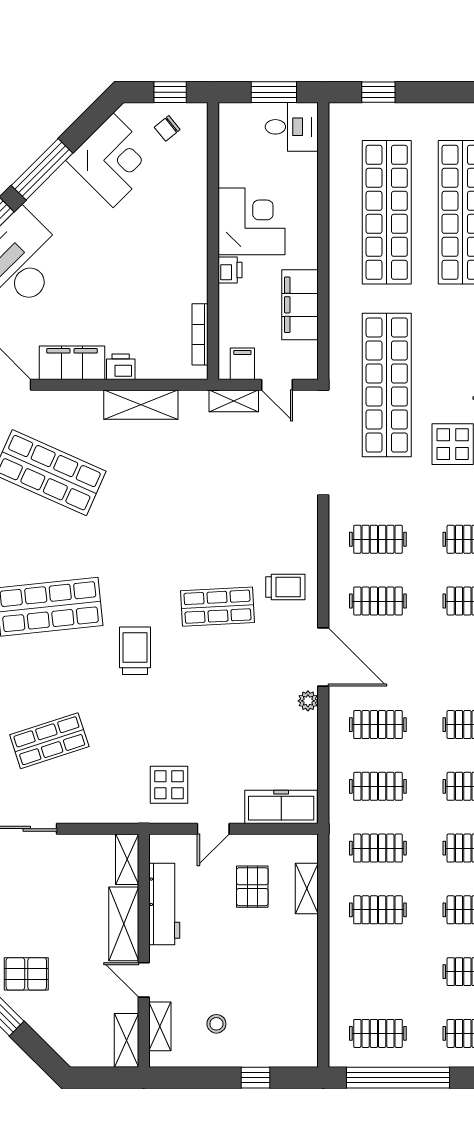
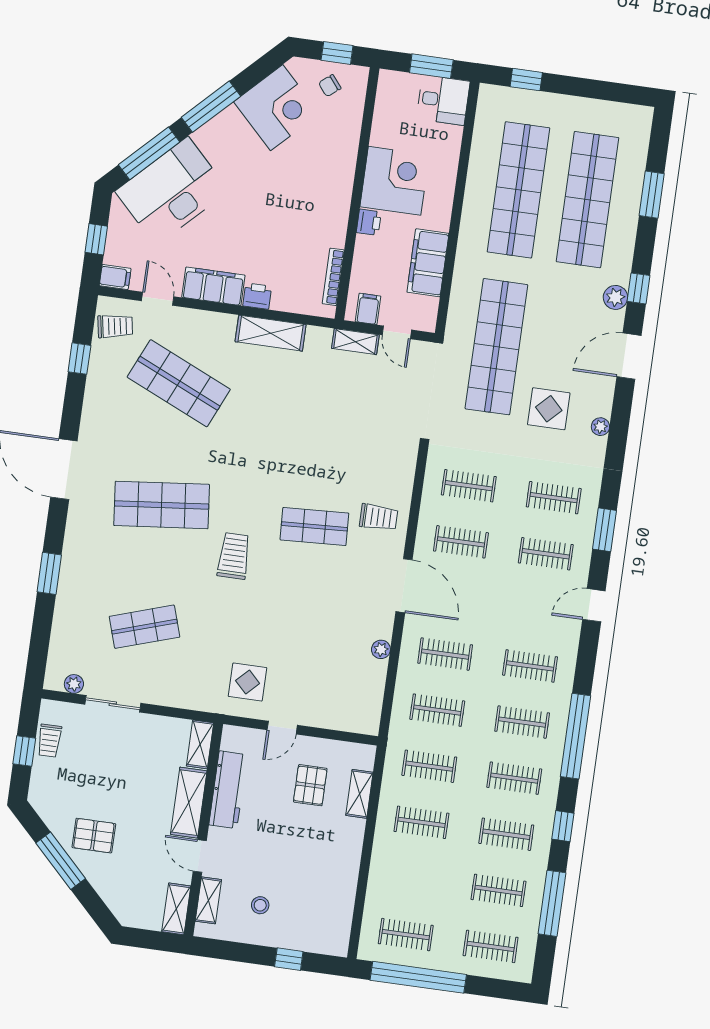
plant: (308, 701) -> (381, 649), moved
freezer: (281, 807) -> (347, 716), removed

